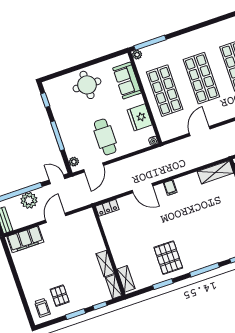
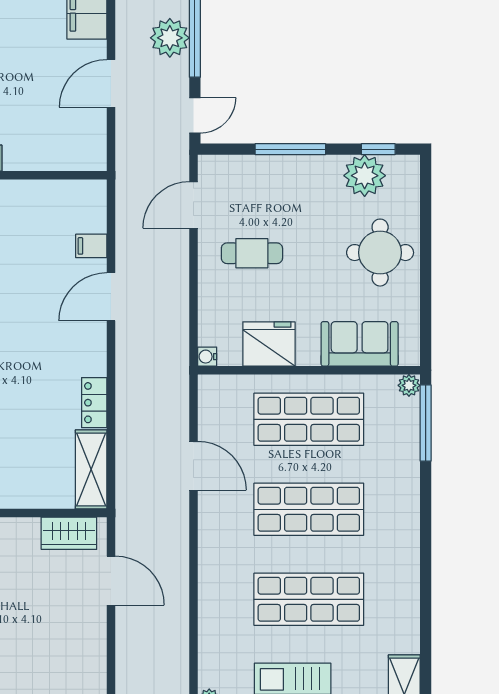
cafe table: (105, 137) -> (252, 253), width x0.73, depth x0.74
plant: (74, 162) -> (365, 176), moved, width x1.87, depth x1.87
door: (94, 167) -> (193, 205), hinge flipped
filing cabinet: (170, 188) -> (91, 246), moved
locker: (107, 208) -> (94, 403), moved
door: (56, 218) -> (111, 83), swing flipped

